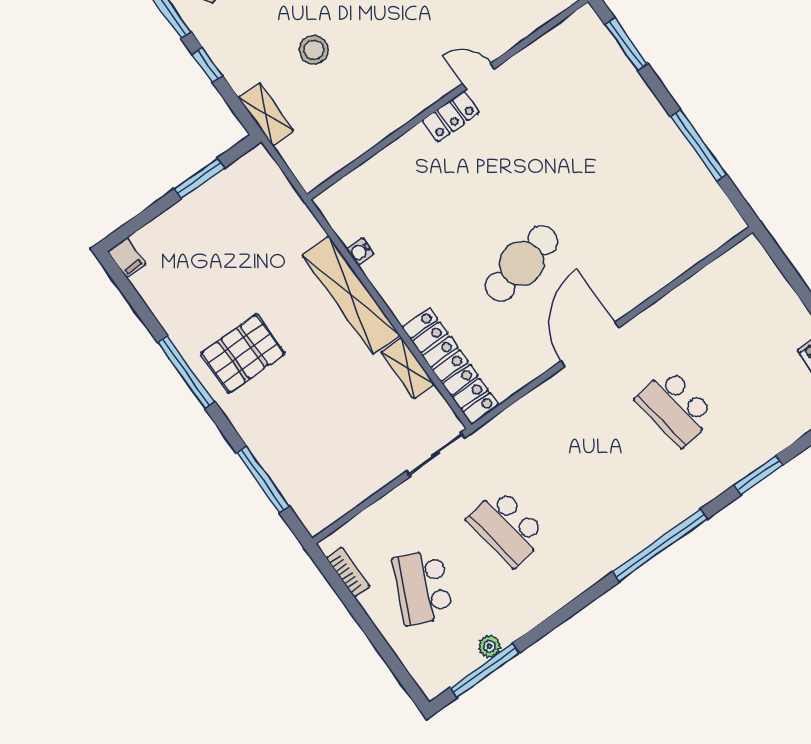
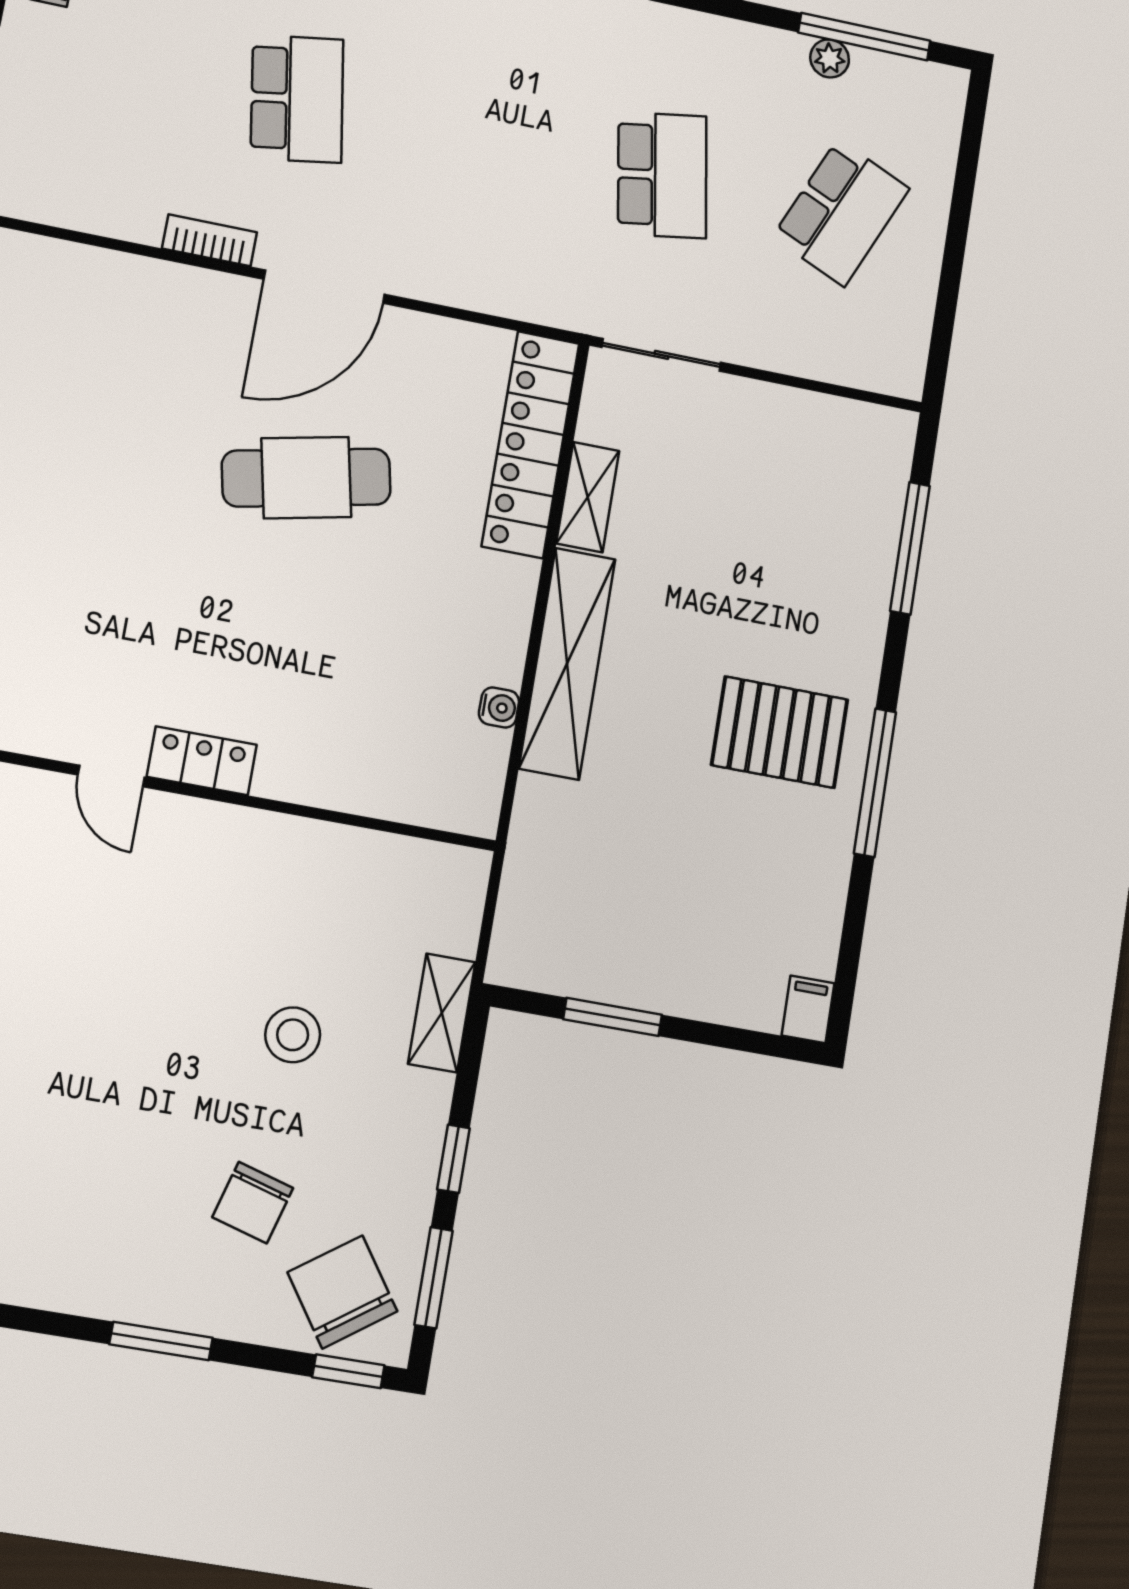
bookcase: (348, 572) -> (209, 240), moved, turned 90

